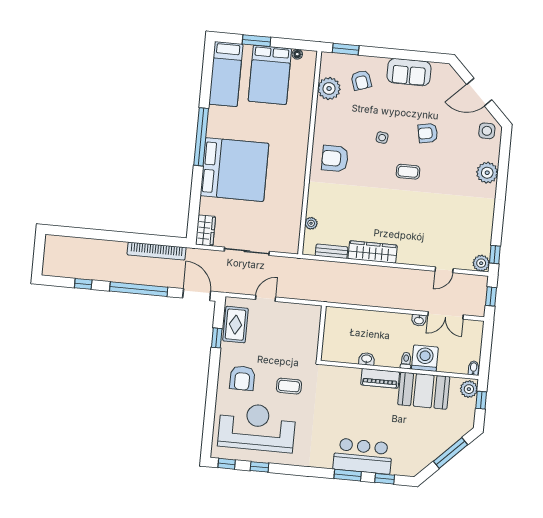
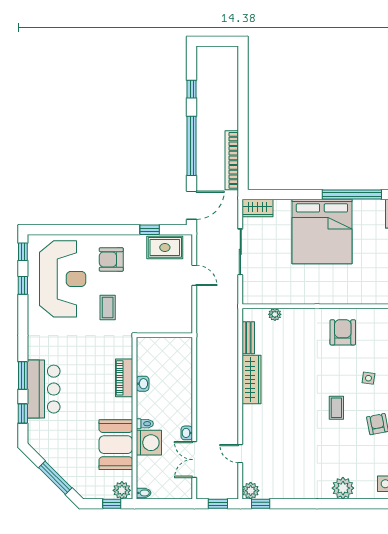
piano: (380, 378) -> (124, 378), moved

